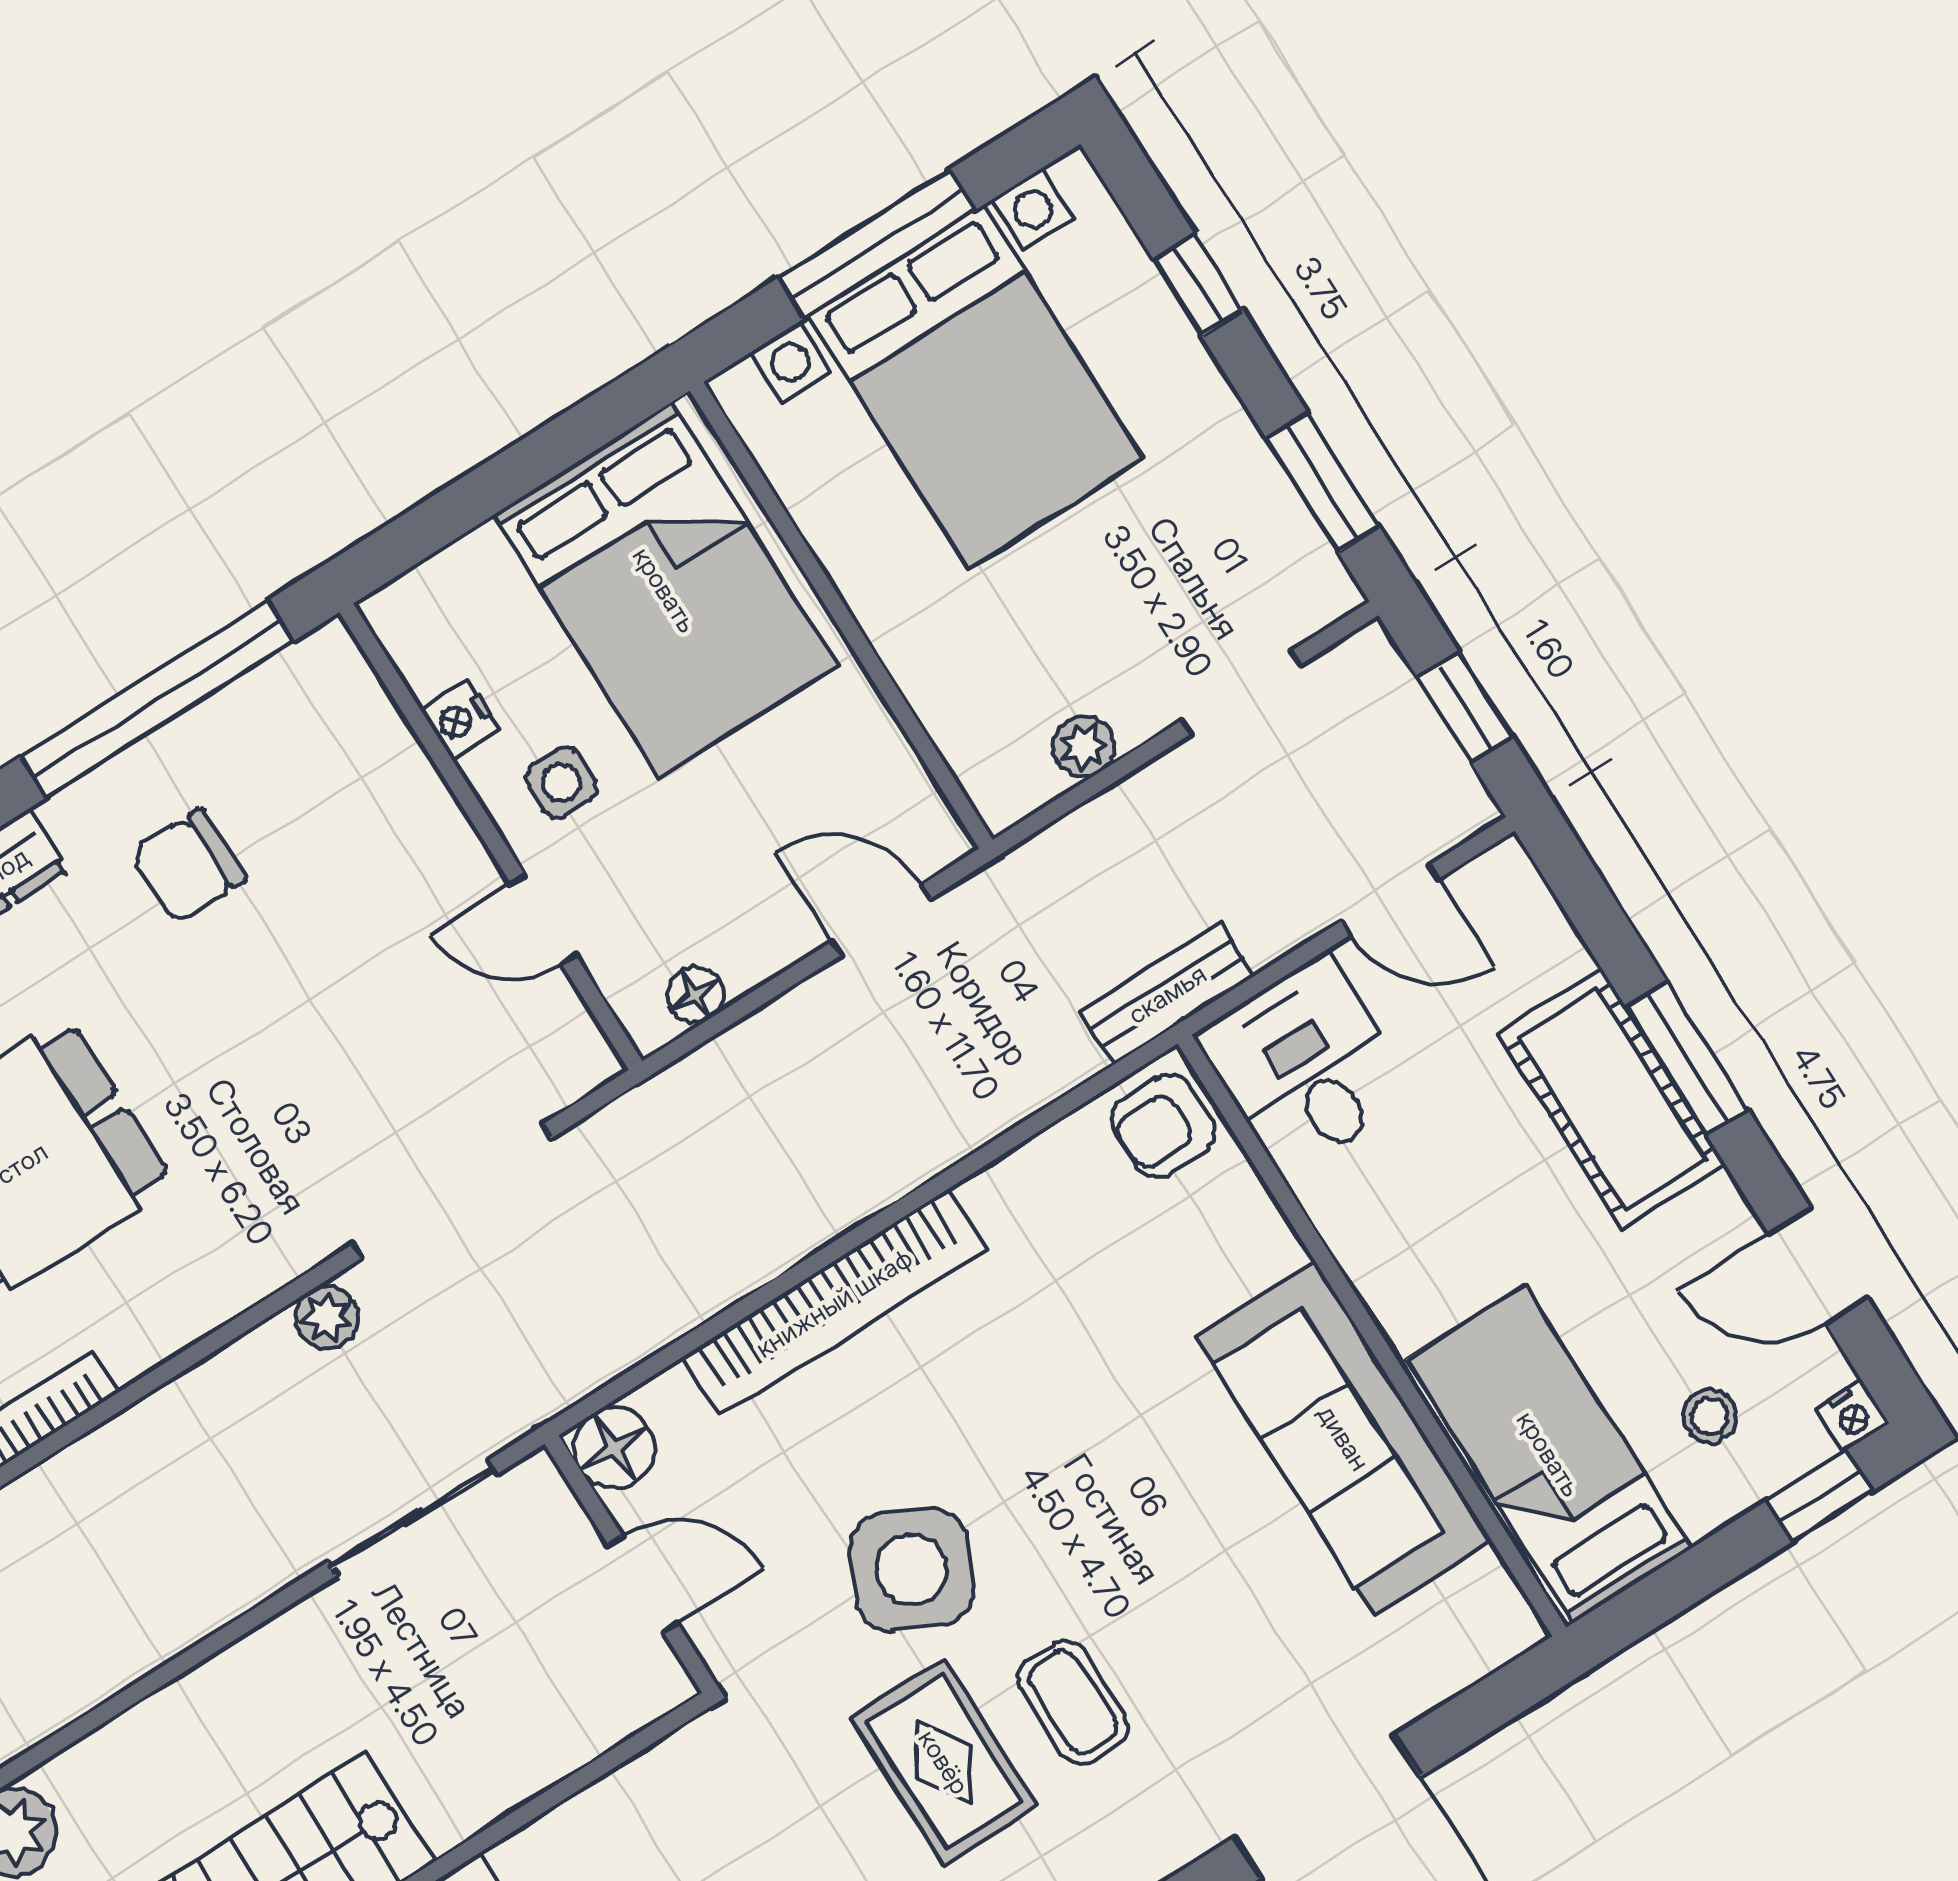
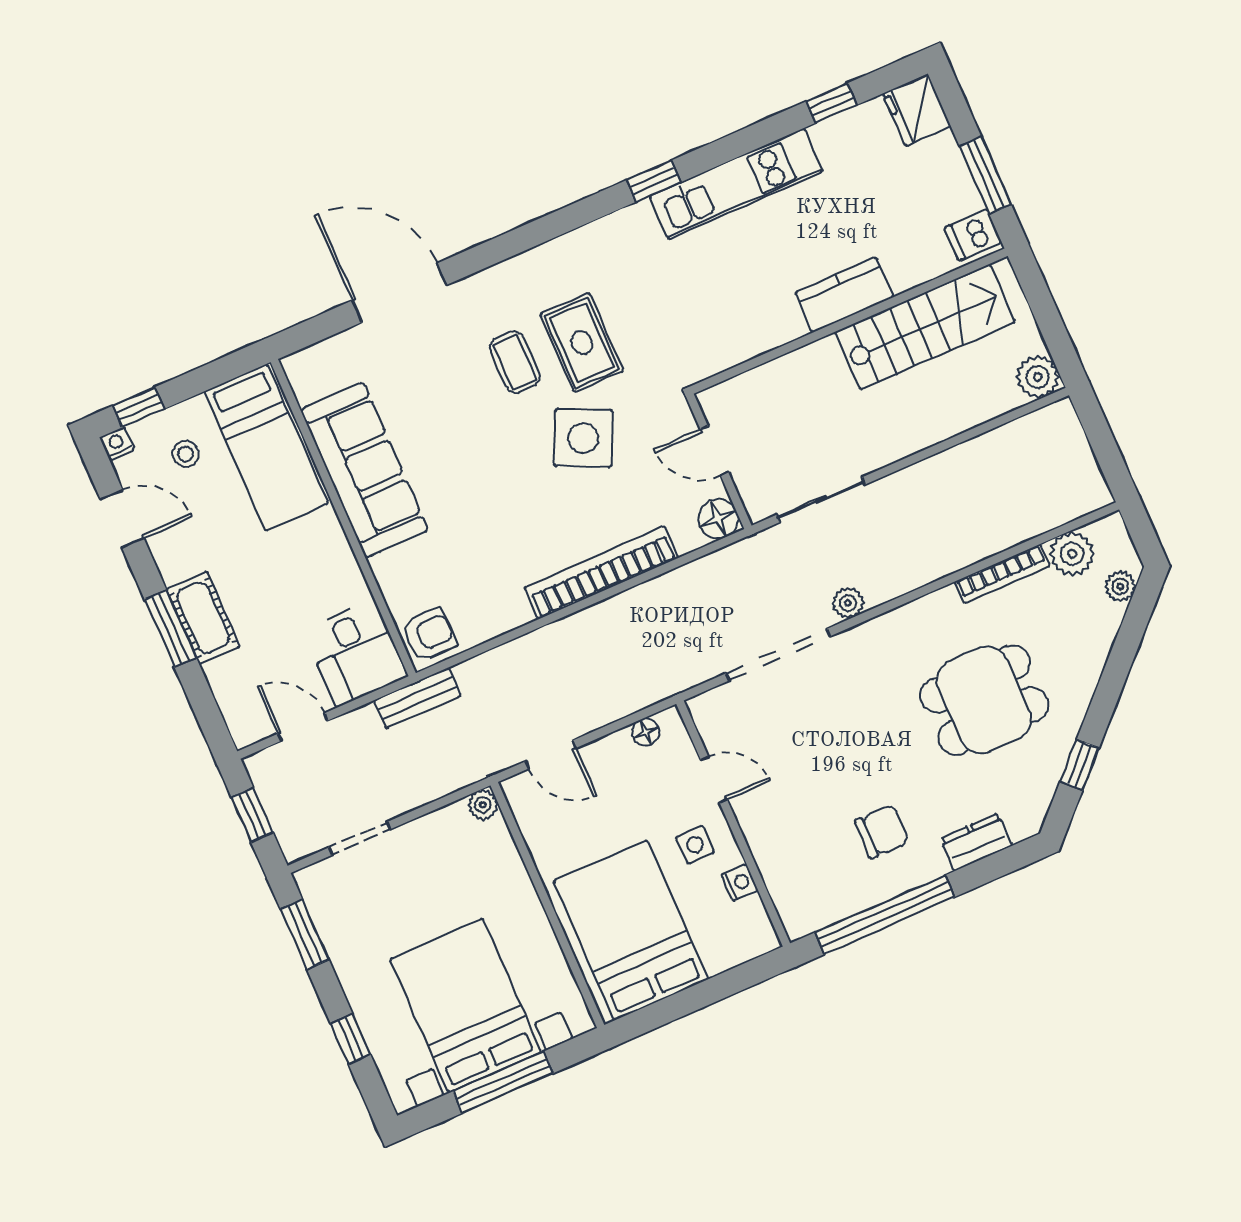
plant: (1084, 747) -> (483, 805), moved
cot: (1612, 1099) -> (203, 618), width x0.73, depth x0.75

